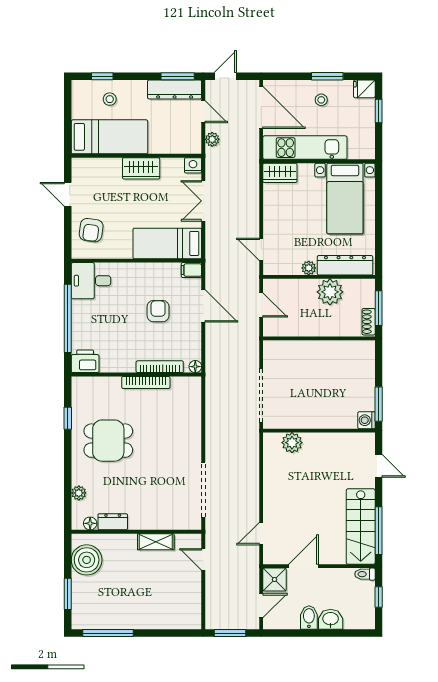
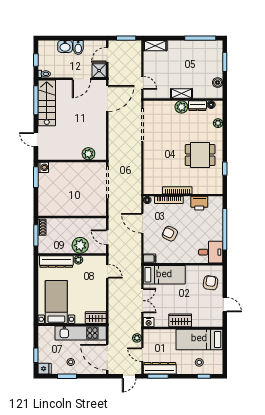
plant: (330, 292) -> (80, 245), moved
door: (203, 306) -> (142, 223), moved
armchair: (158, 311) -> (170, 234), turned 117
printer: (85, 361) -> (199, 203), moved
plant: (139, 520) -> (181, 107), added
door: (261, 534) -> (107, 98), width x1.87
shelving: (156, 542) -> (182, 94), moved
boiler: (87, 560) -> (218, 83), width x0.54, depth x0.54
shelving: (182, 621) -> (155, 46), added

